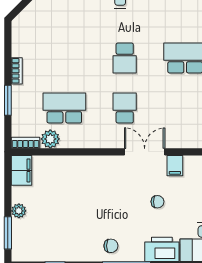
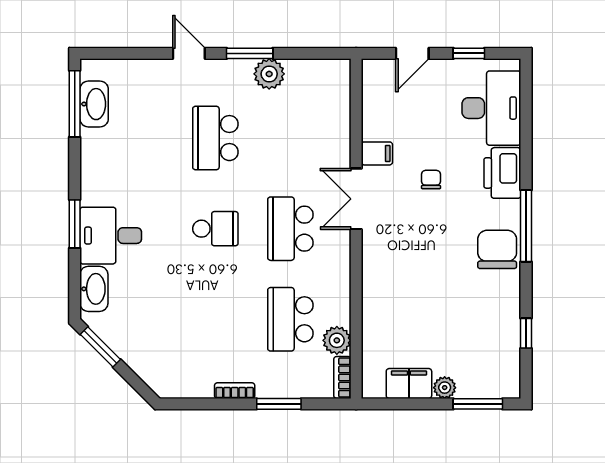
school desk: (125, 108) -> (290, 229), width x1.85
filing cabinet: (21, 170) -> (409, 384), moved
chair: (111, 246) -> (497, 249), width x1.87, depth x1.87

